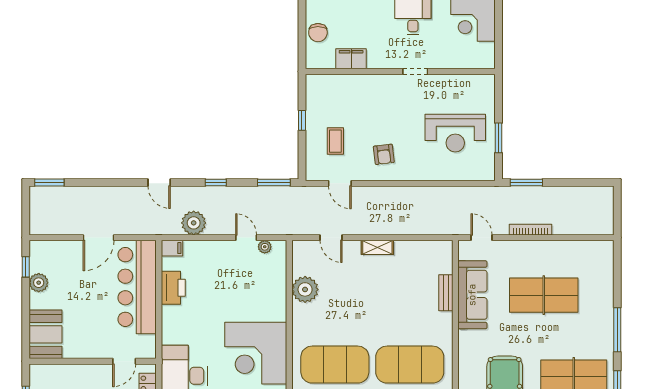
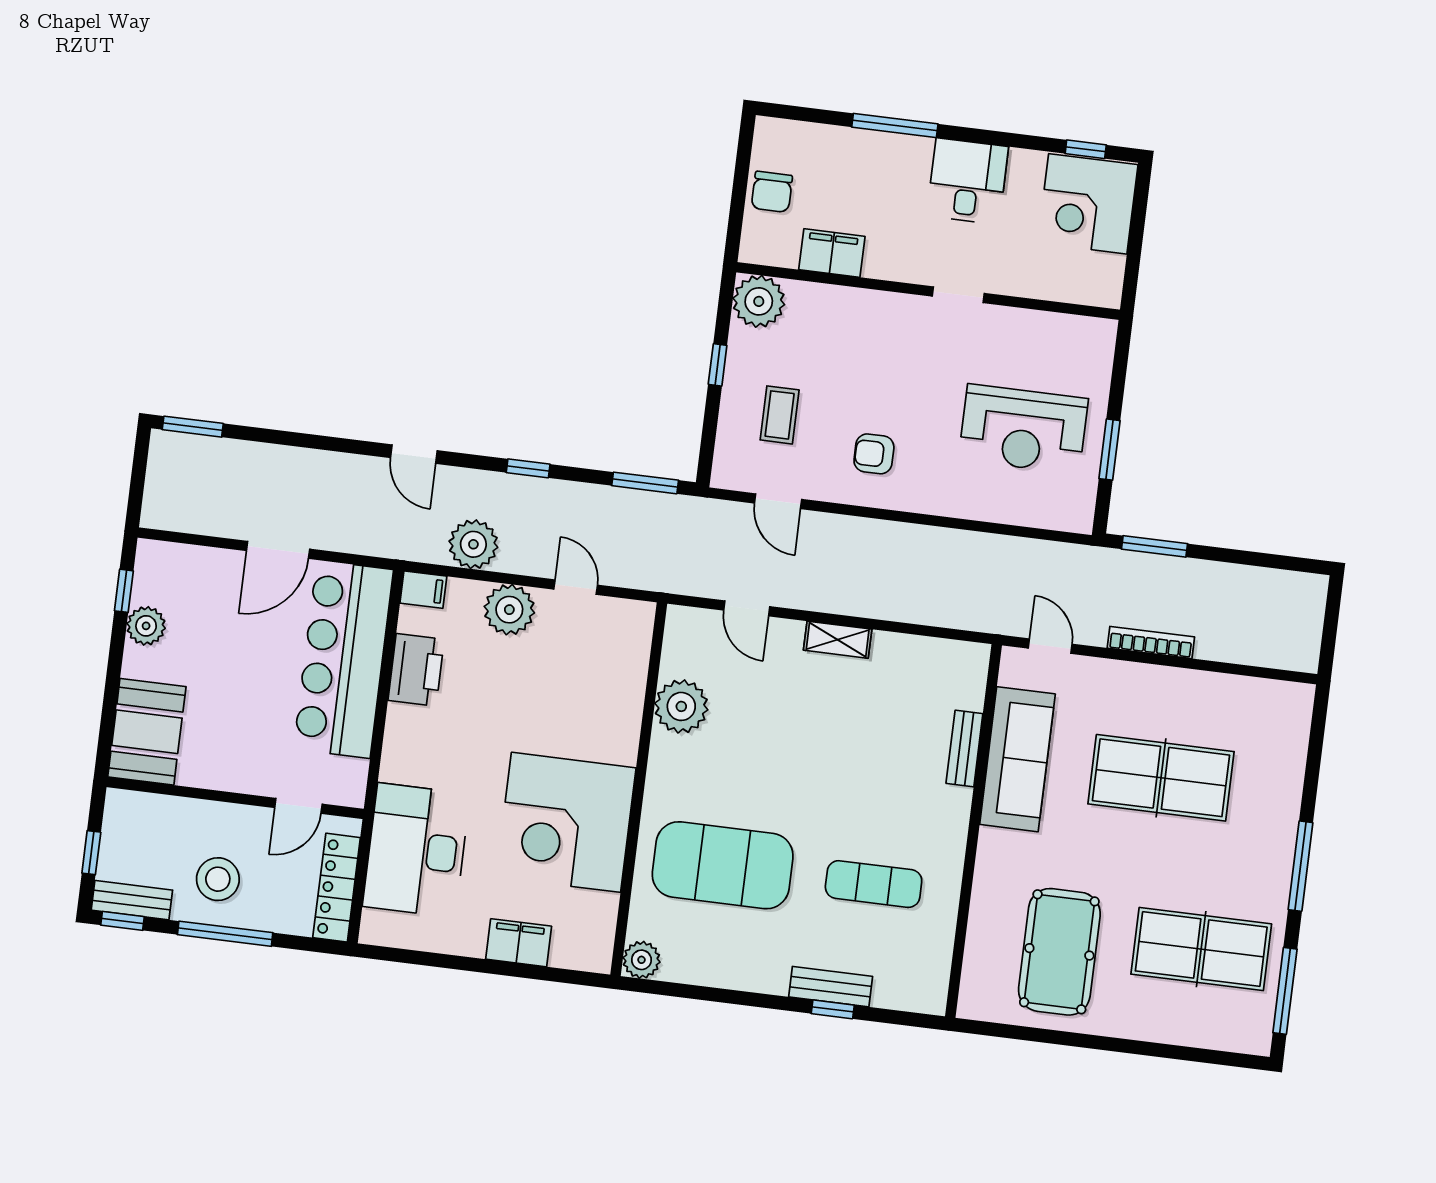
plant: (318, 87) -> (759, 301), added
armchair: (384, 154) -> (874, 454), turned 97
plant: (265, 247) -> (509, 610), moved, width x1.87, depth x1.87
exercise mat: (410, 365) -> (874, 884), width x0.50, depth x0.69

